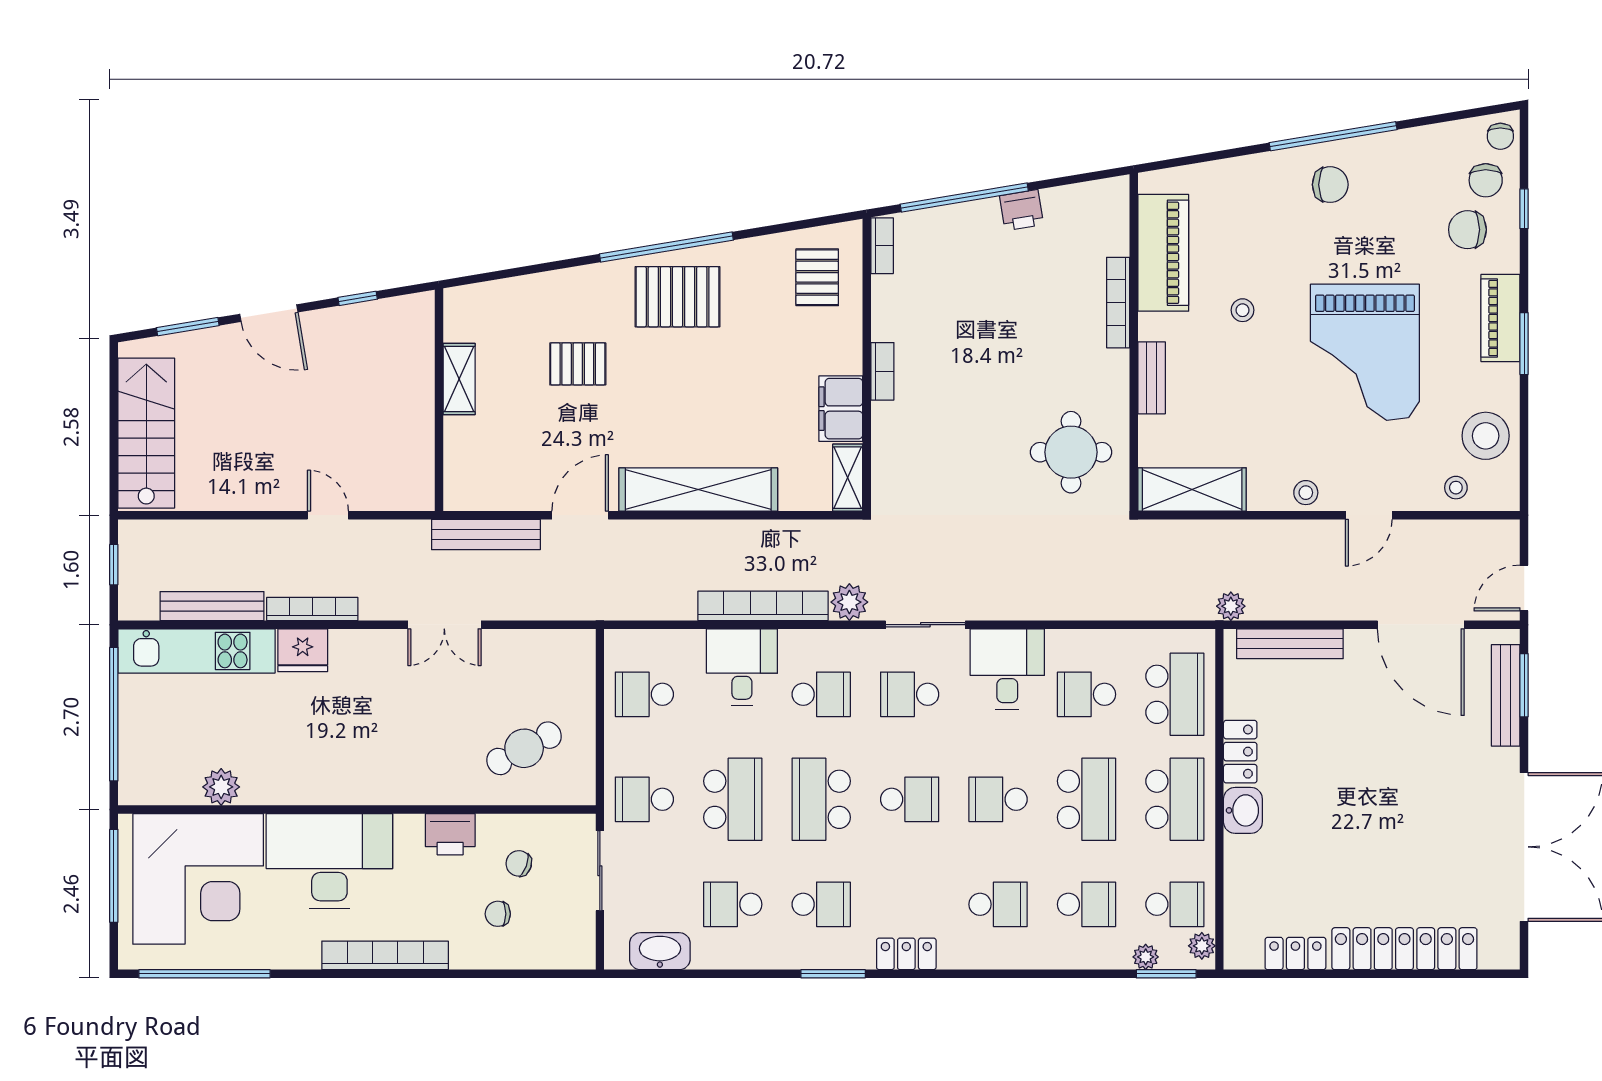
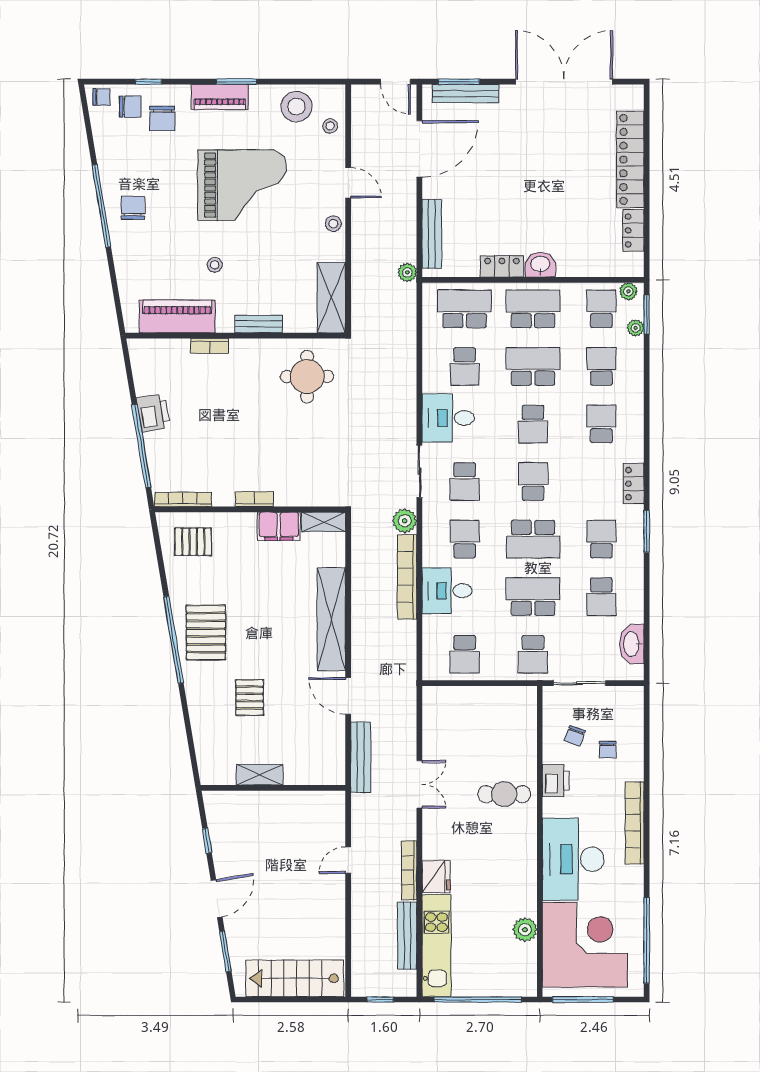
printer: (1021, 210) -> (153, 413), width x1.36, depth x1.24
bookcase: (882, 246) -> (183, 499), width x1.56
bookcase: (1118, 303) -> (210, 346), width x0.64
cafe table: (524, 748) -> (504, 794), moved, turned -62

